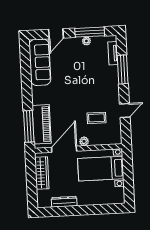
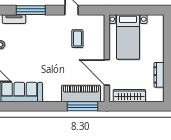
plant: (84, 141) -> (100, 52), removed

